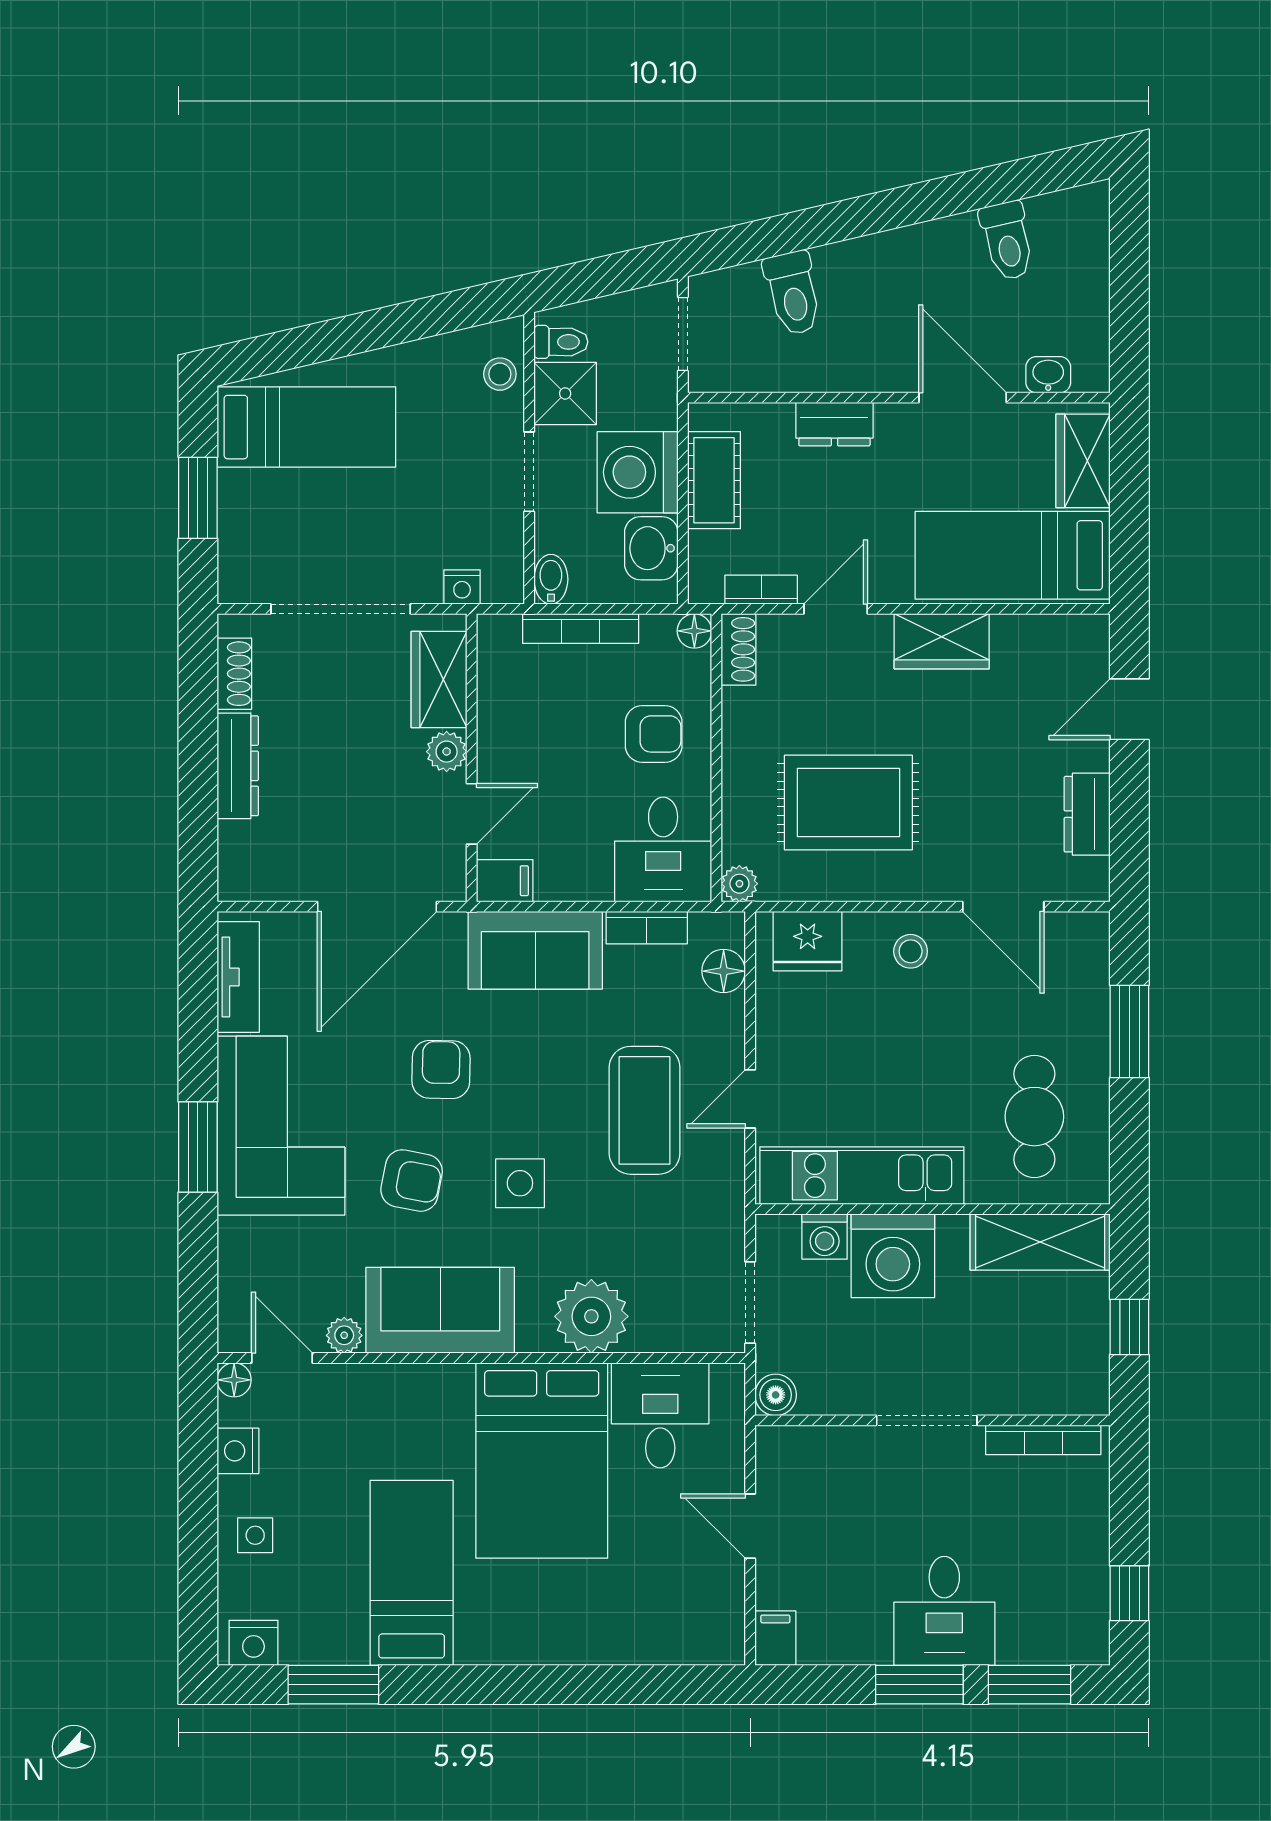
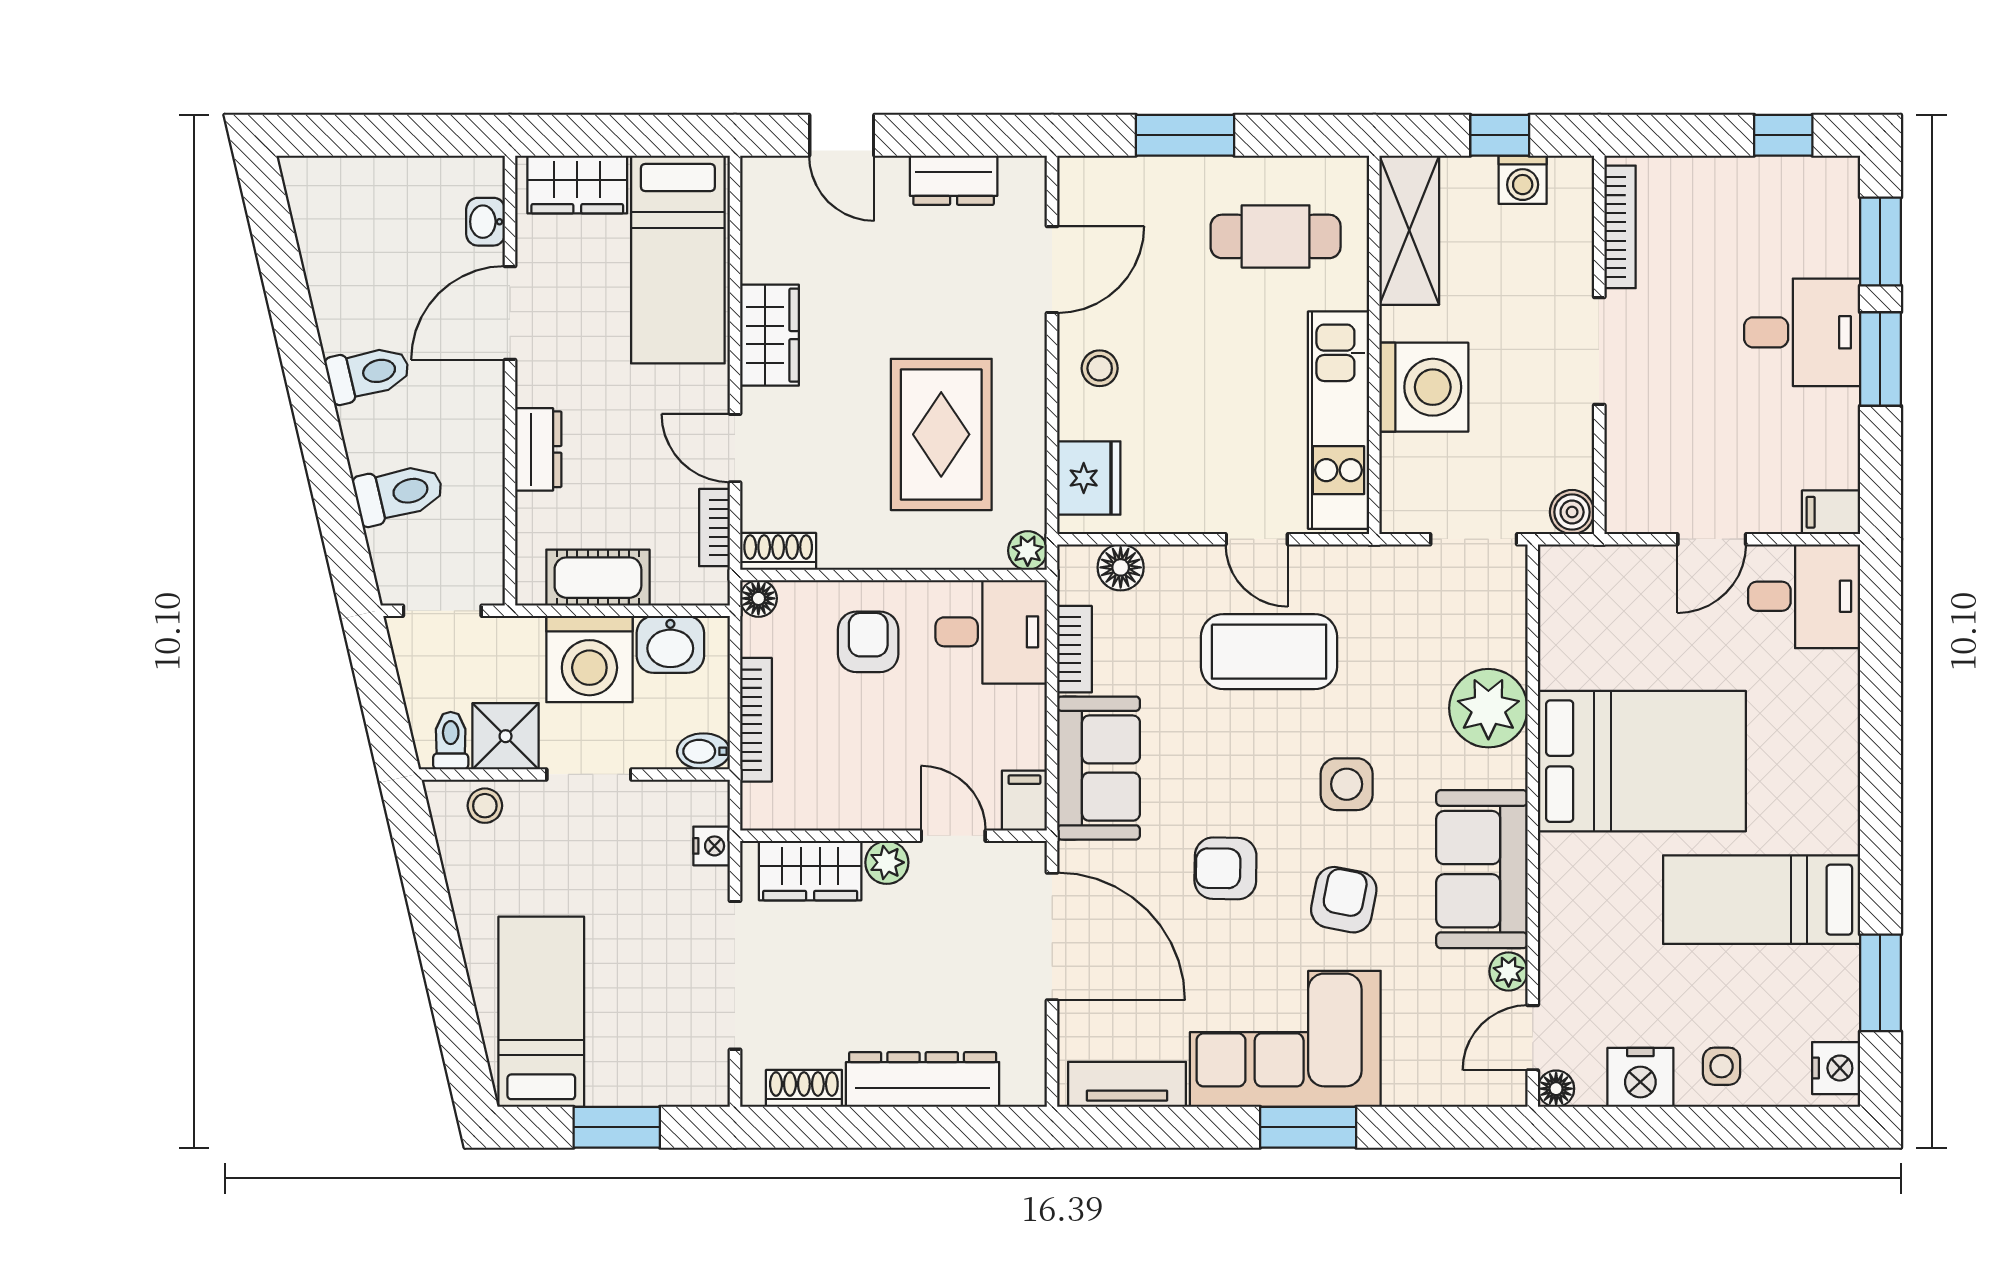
toilet: (1007, 241) -> (368, 373), moved
dresser: (238, 766) -> (923, 1079), width x1.37, depth x1.24
washing machine: (825, 1237) -> (1523, 180), moved, turned 90
desk: (660, 1415) -> (1804, 596), moved, turned 180
nightstand: (238, 1451) -> (1640, 1077), width x1.36, depth x1.33

